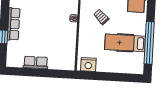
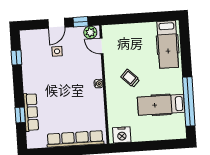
row of seats: (14, 24) -> (31, 112), moved
row of seats: (36, 62) -> (75, 139), width x2.02

